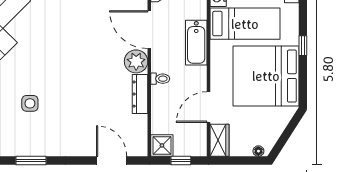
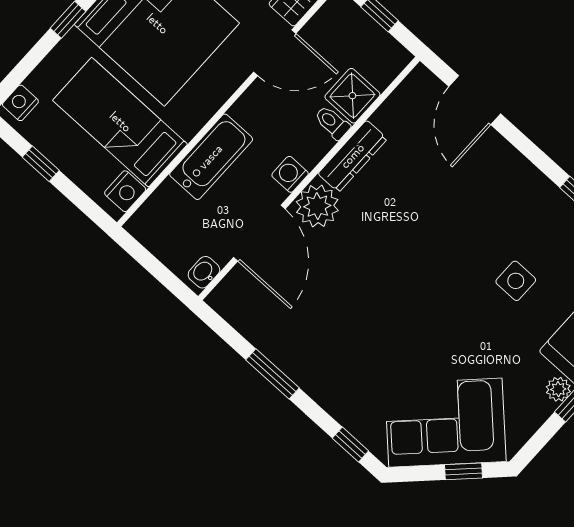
washing machine: (158, 64) -> (290, 174), added
toilet: (160, 79) -> (332, 123), moved
shower: (162, 145) -> (352, 96), moved

